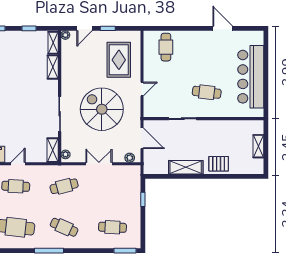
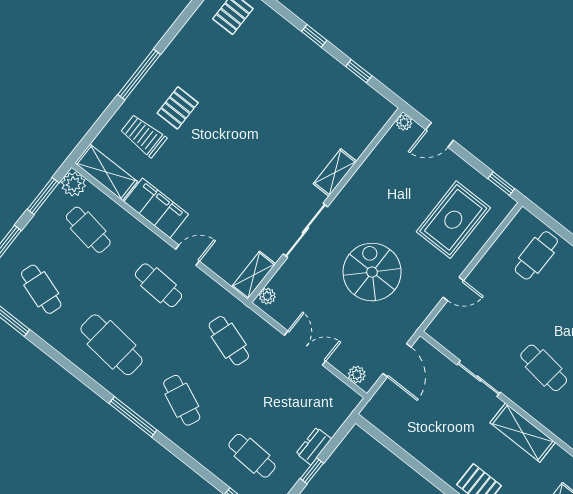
window: (108, 28) -> (501, 184), moved
shelving: (53, 43) -> (378, 120), removed
shelving: (53, 67) -> (335, 173), moved
spiral stairs: (102, 109) -> (372, 272), width x0.73, depth x0.73
shelving: (186, 167) -> (523, 433), moved
cafe table: (64, 186) -> (229, 341), turned 33
window: (143, 199) -> (312, 471), moved
dresser: (135, 202) -> (314, 446), added

